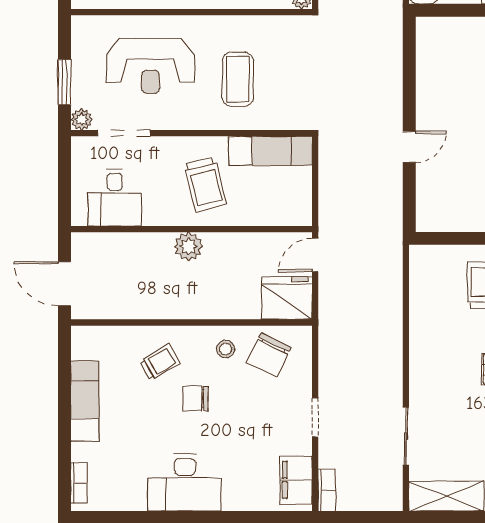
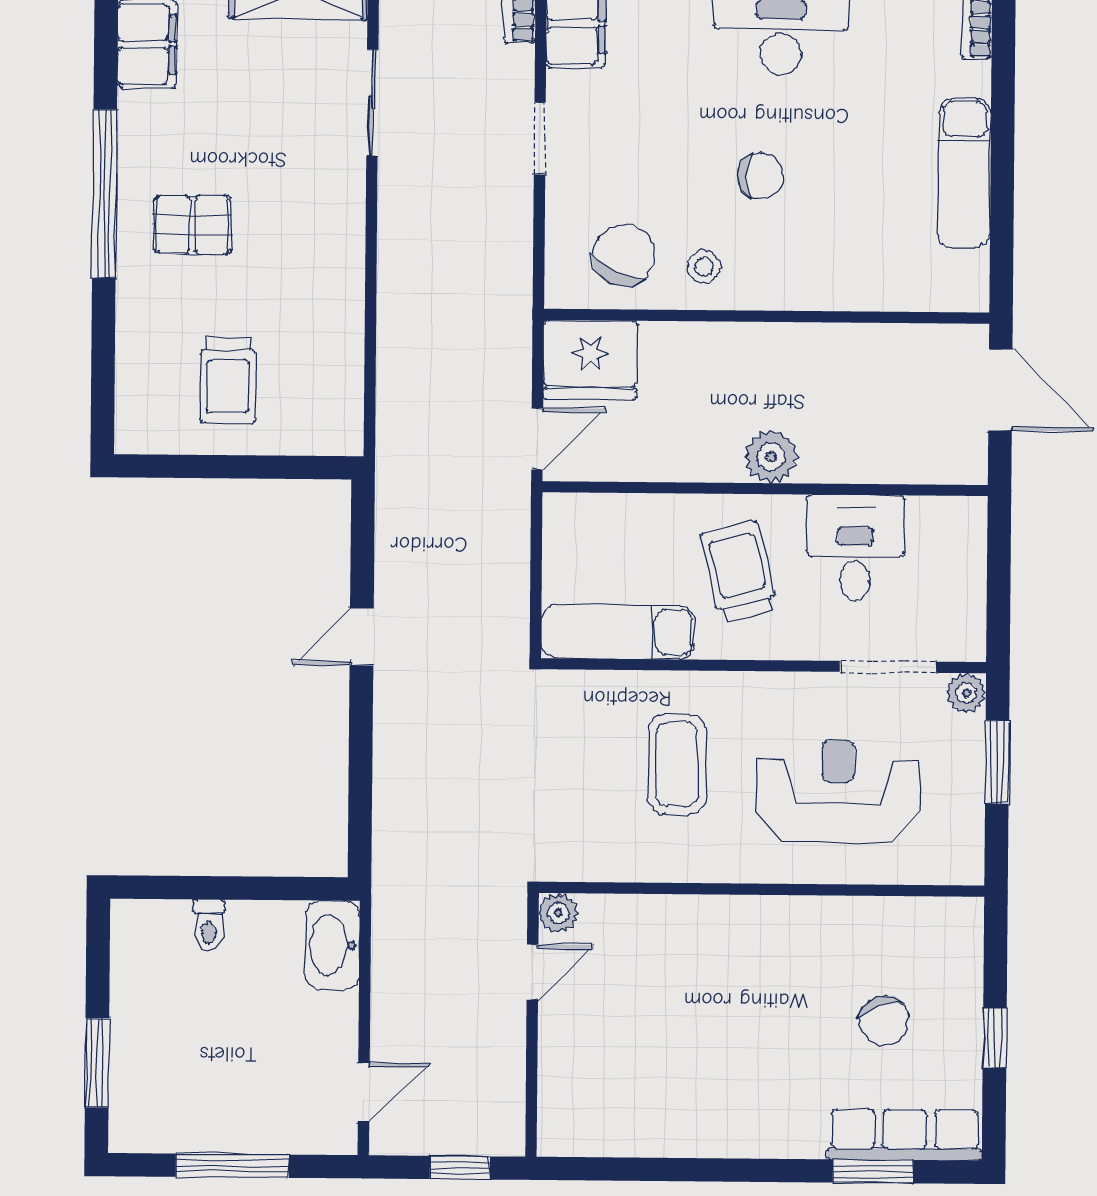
desk: (115, 197) -> (855, 548), moved
trolley: (160, 362) -> (826, 243), removed

